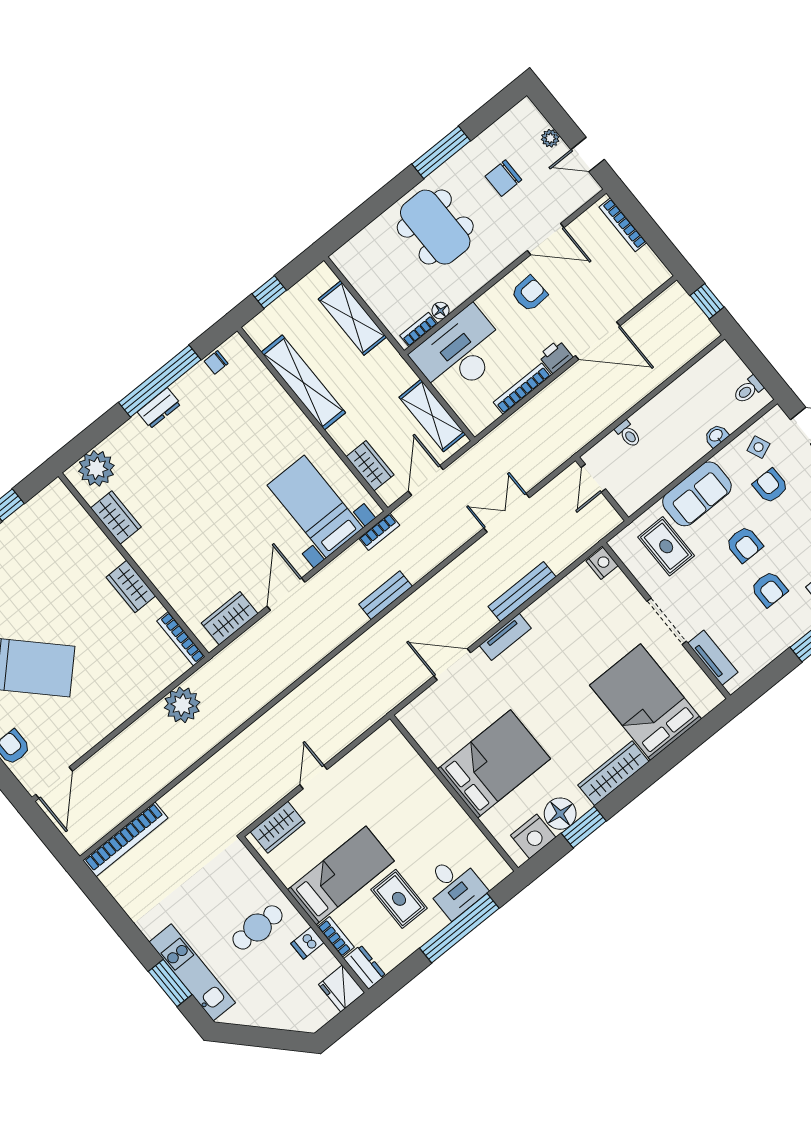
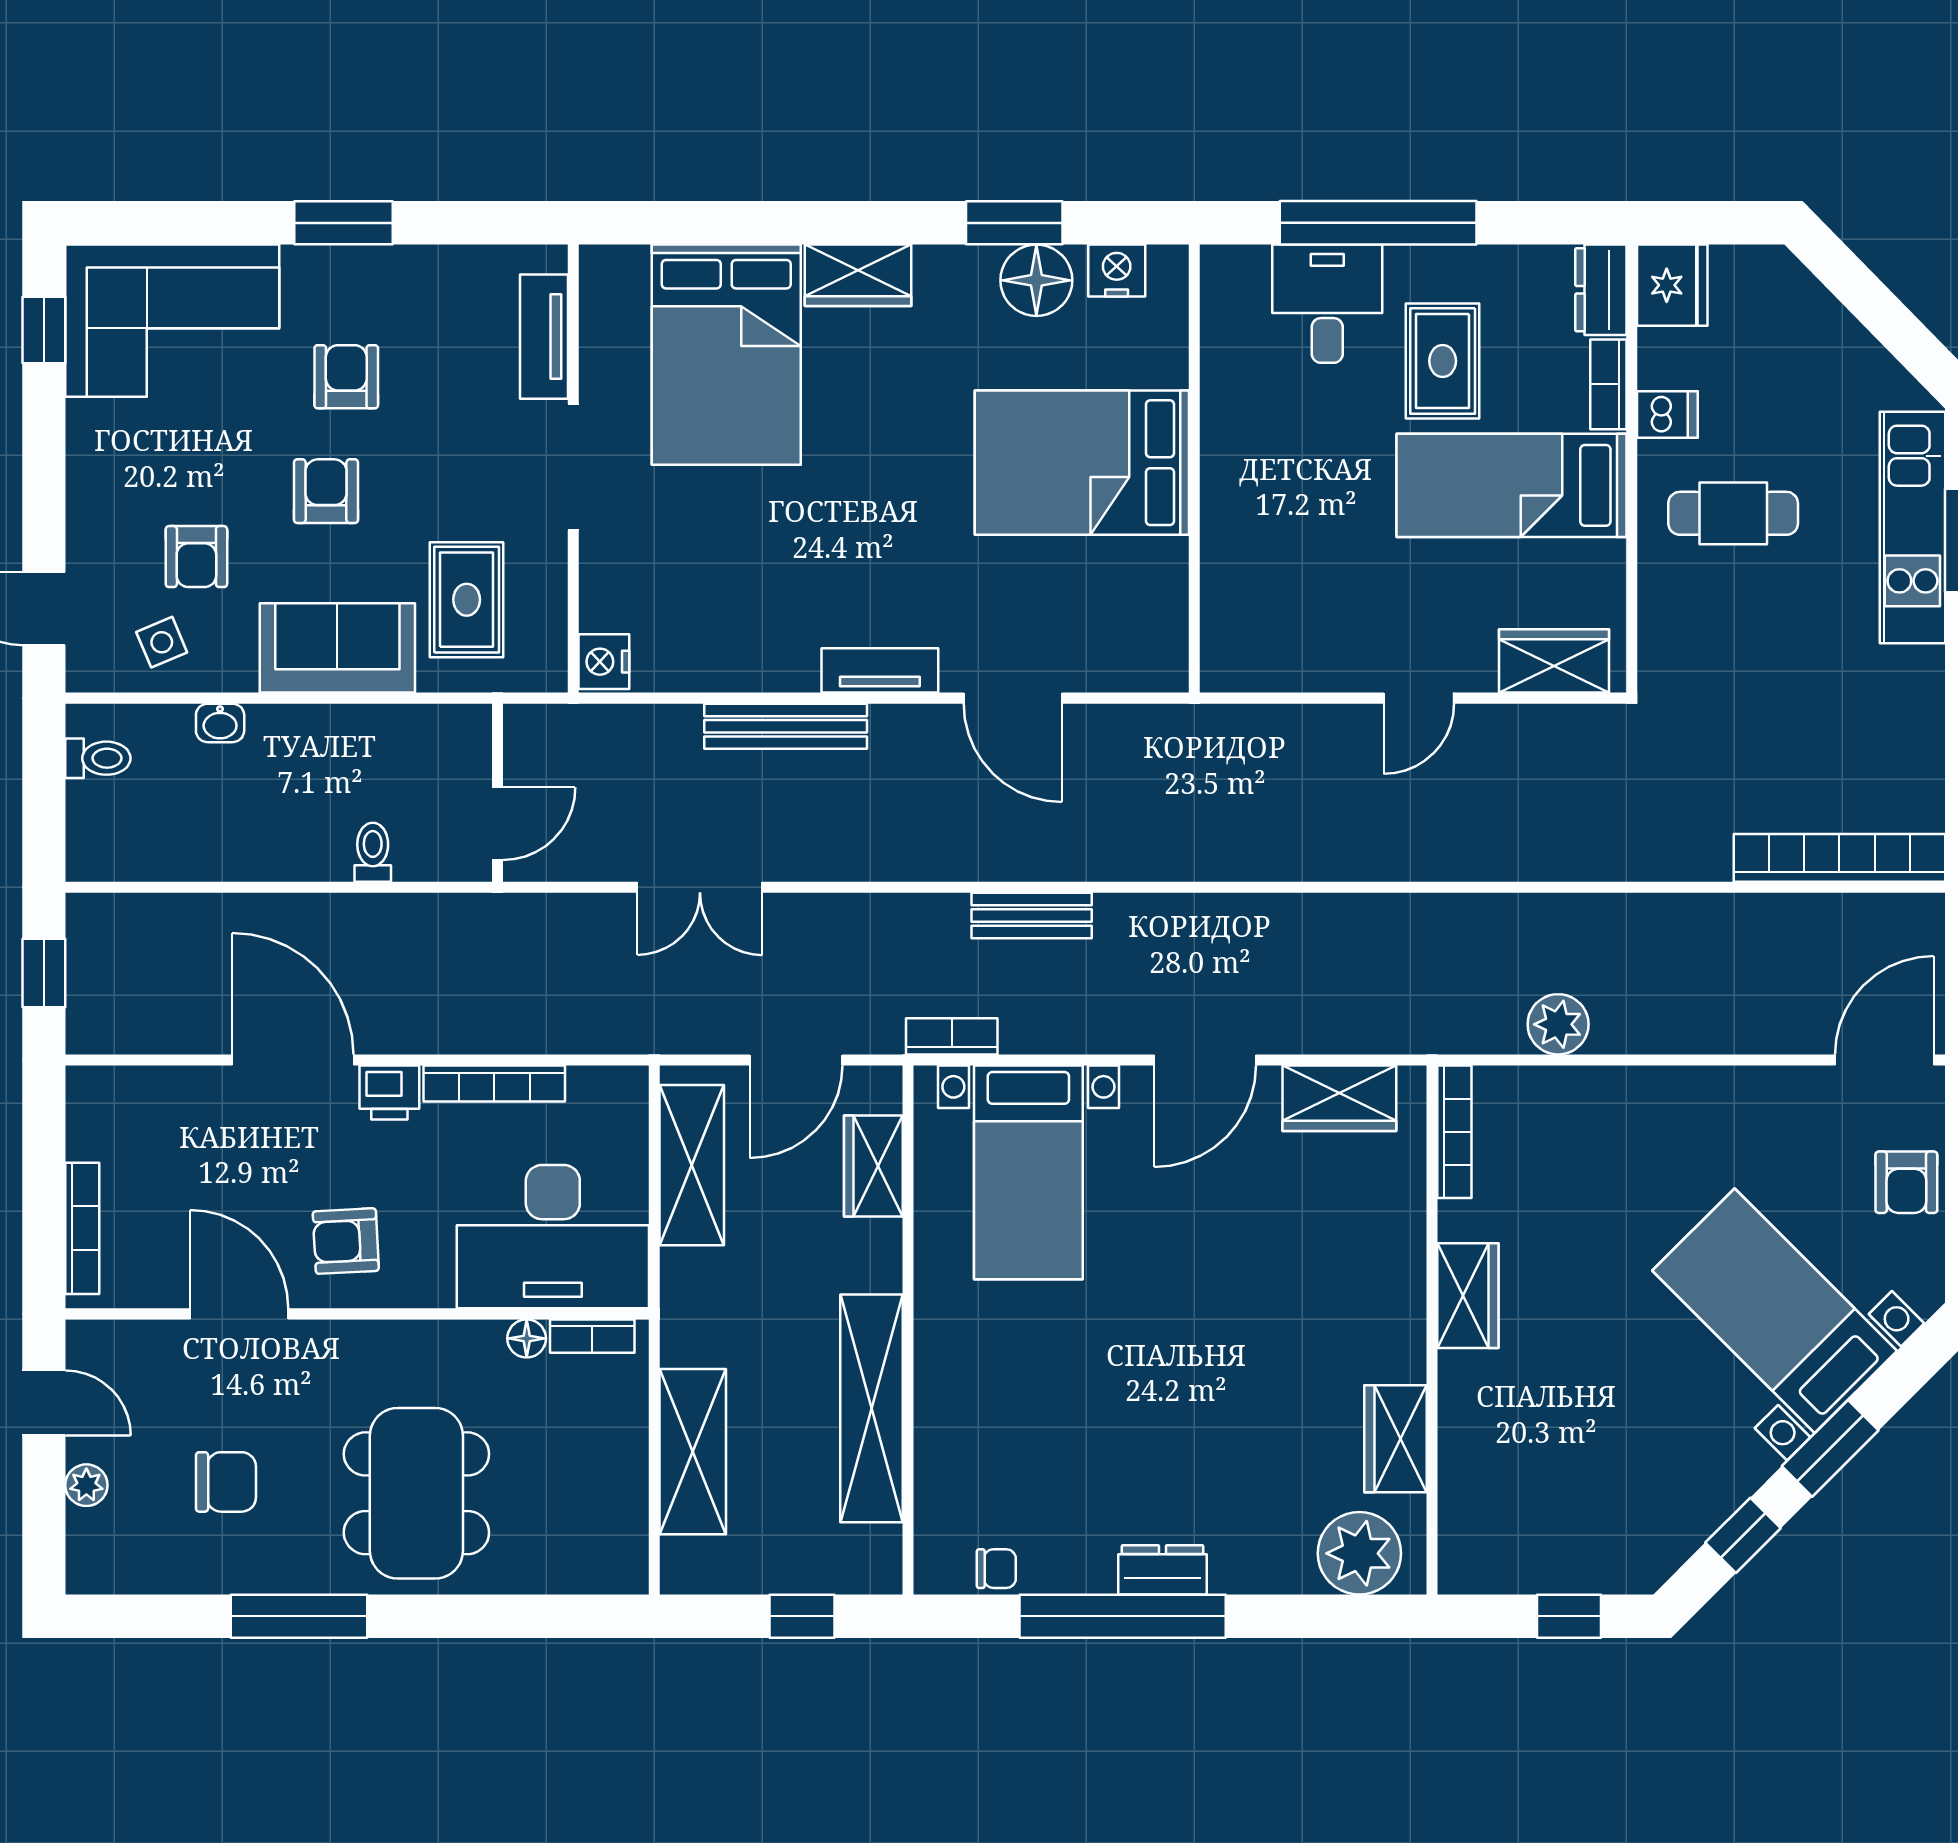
plant: (182, 705) -> (1558, 1024), width x0.73, depth x0.73
wardrobe: (613, 773) -> (858, 275), width x0.67
nightstand: (533, 836) -> (1117, 271), width x0.74, depth x0.75

